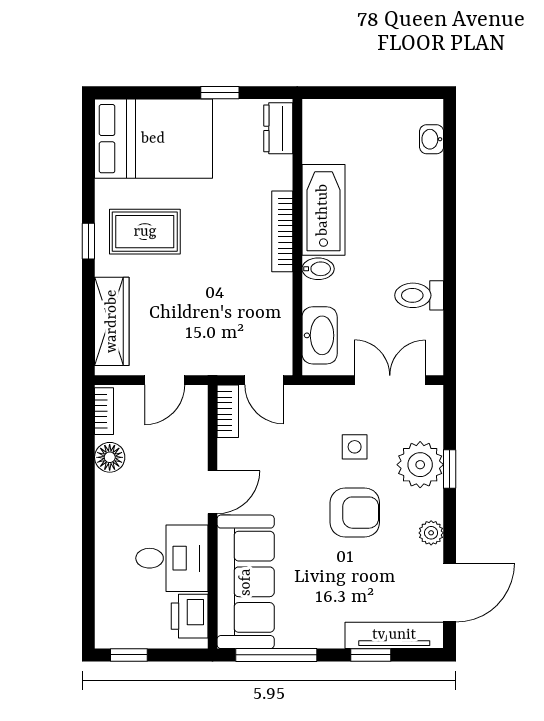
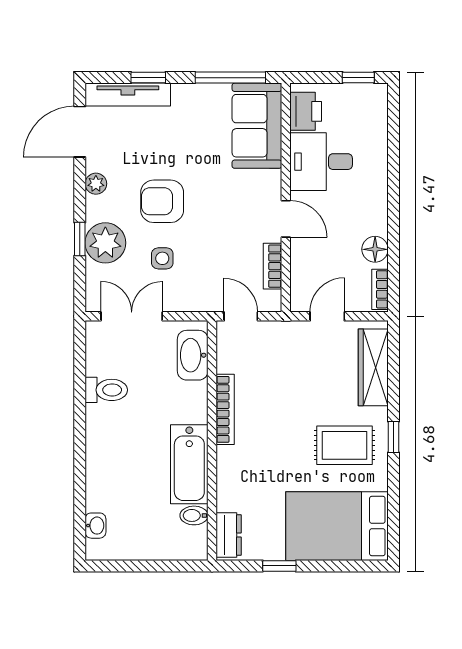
bookcase: (282, 231) -> (225, 409), moved
bidet: (318, 269) -> (194, 515), moved
double door: (390, 380) -> (132, 316), swing flipped
bookcase: (228, 411) -> (272, 266), moved
door: (212, 492) -> (286, 219), swing flipped
sofa: (246, 582) -> (257, 126), width x0.73

